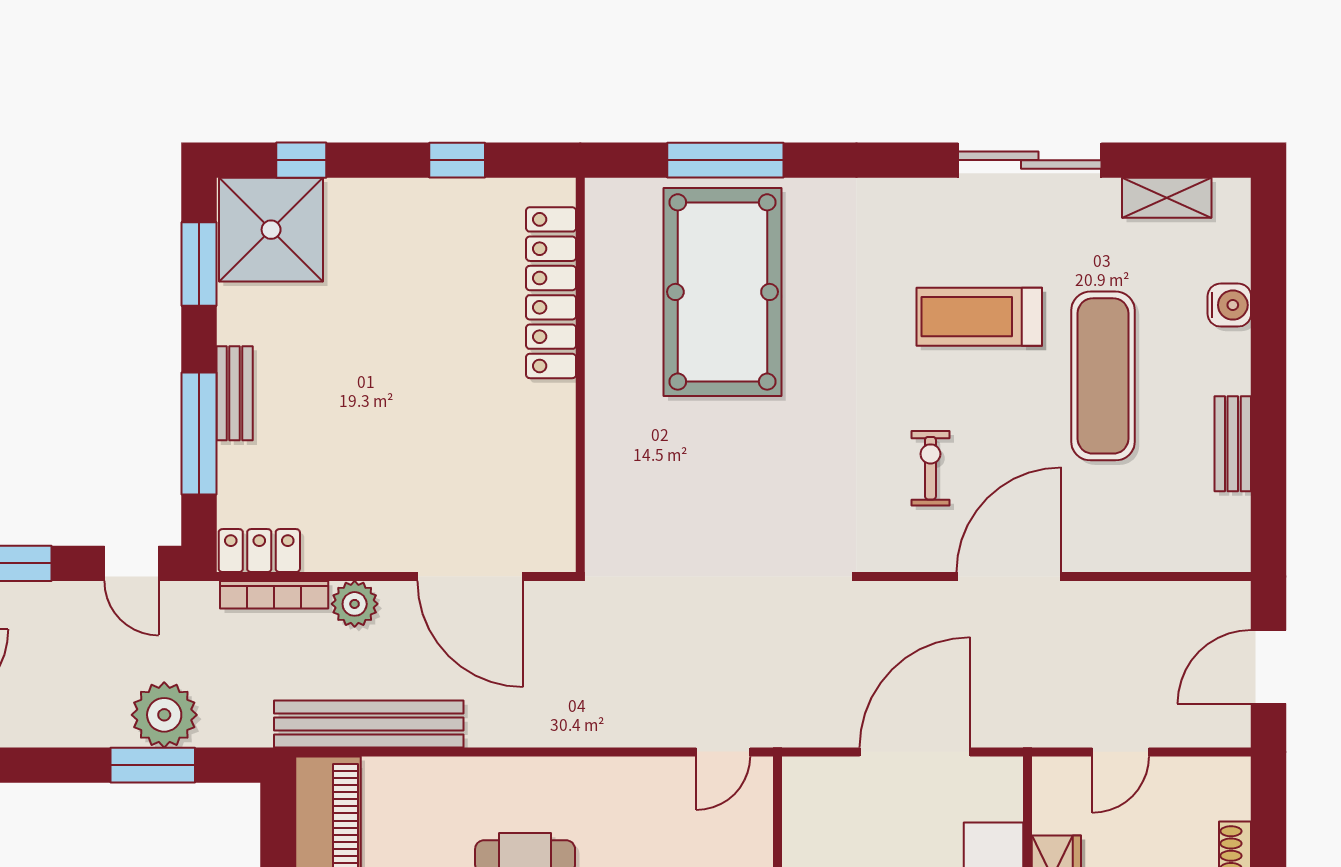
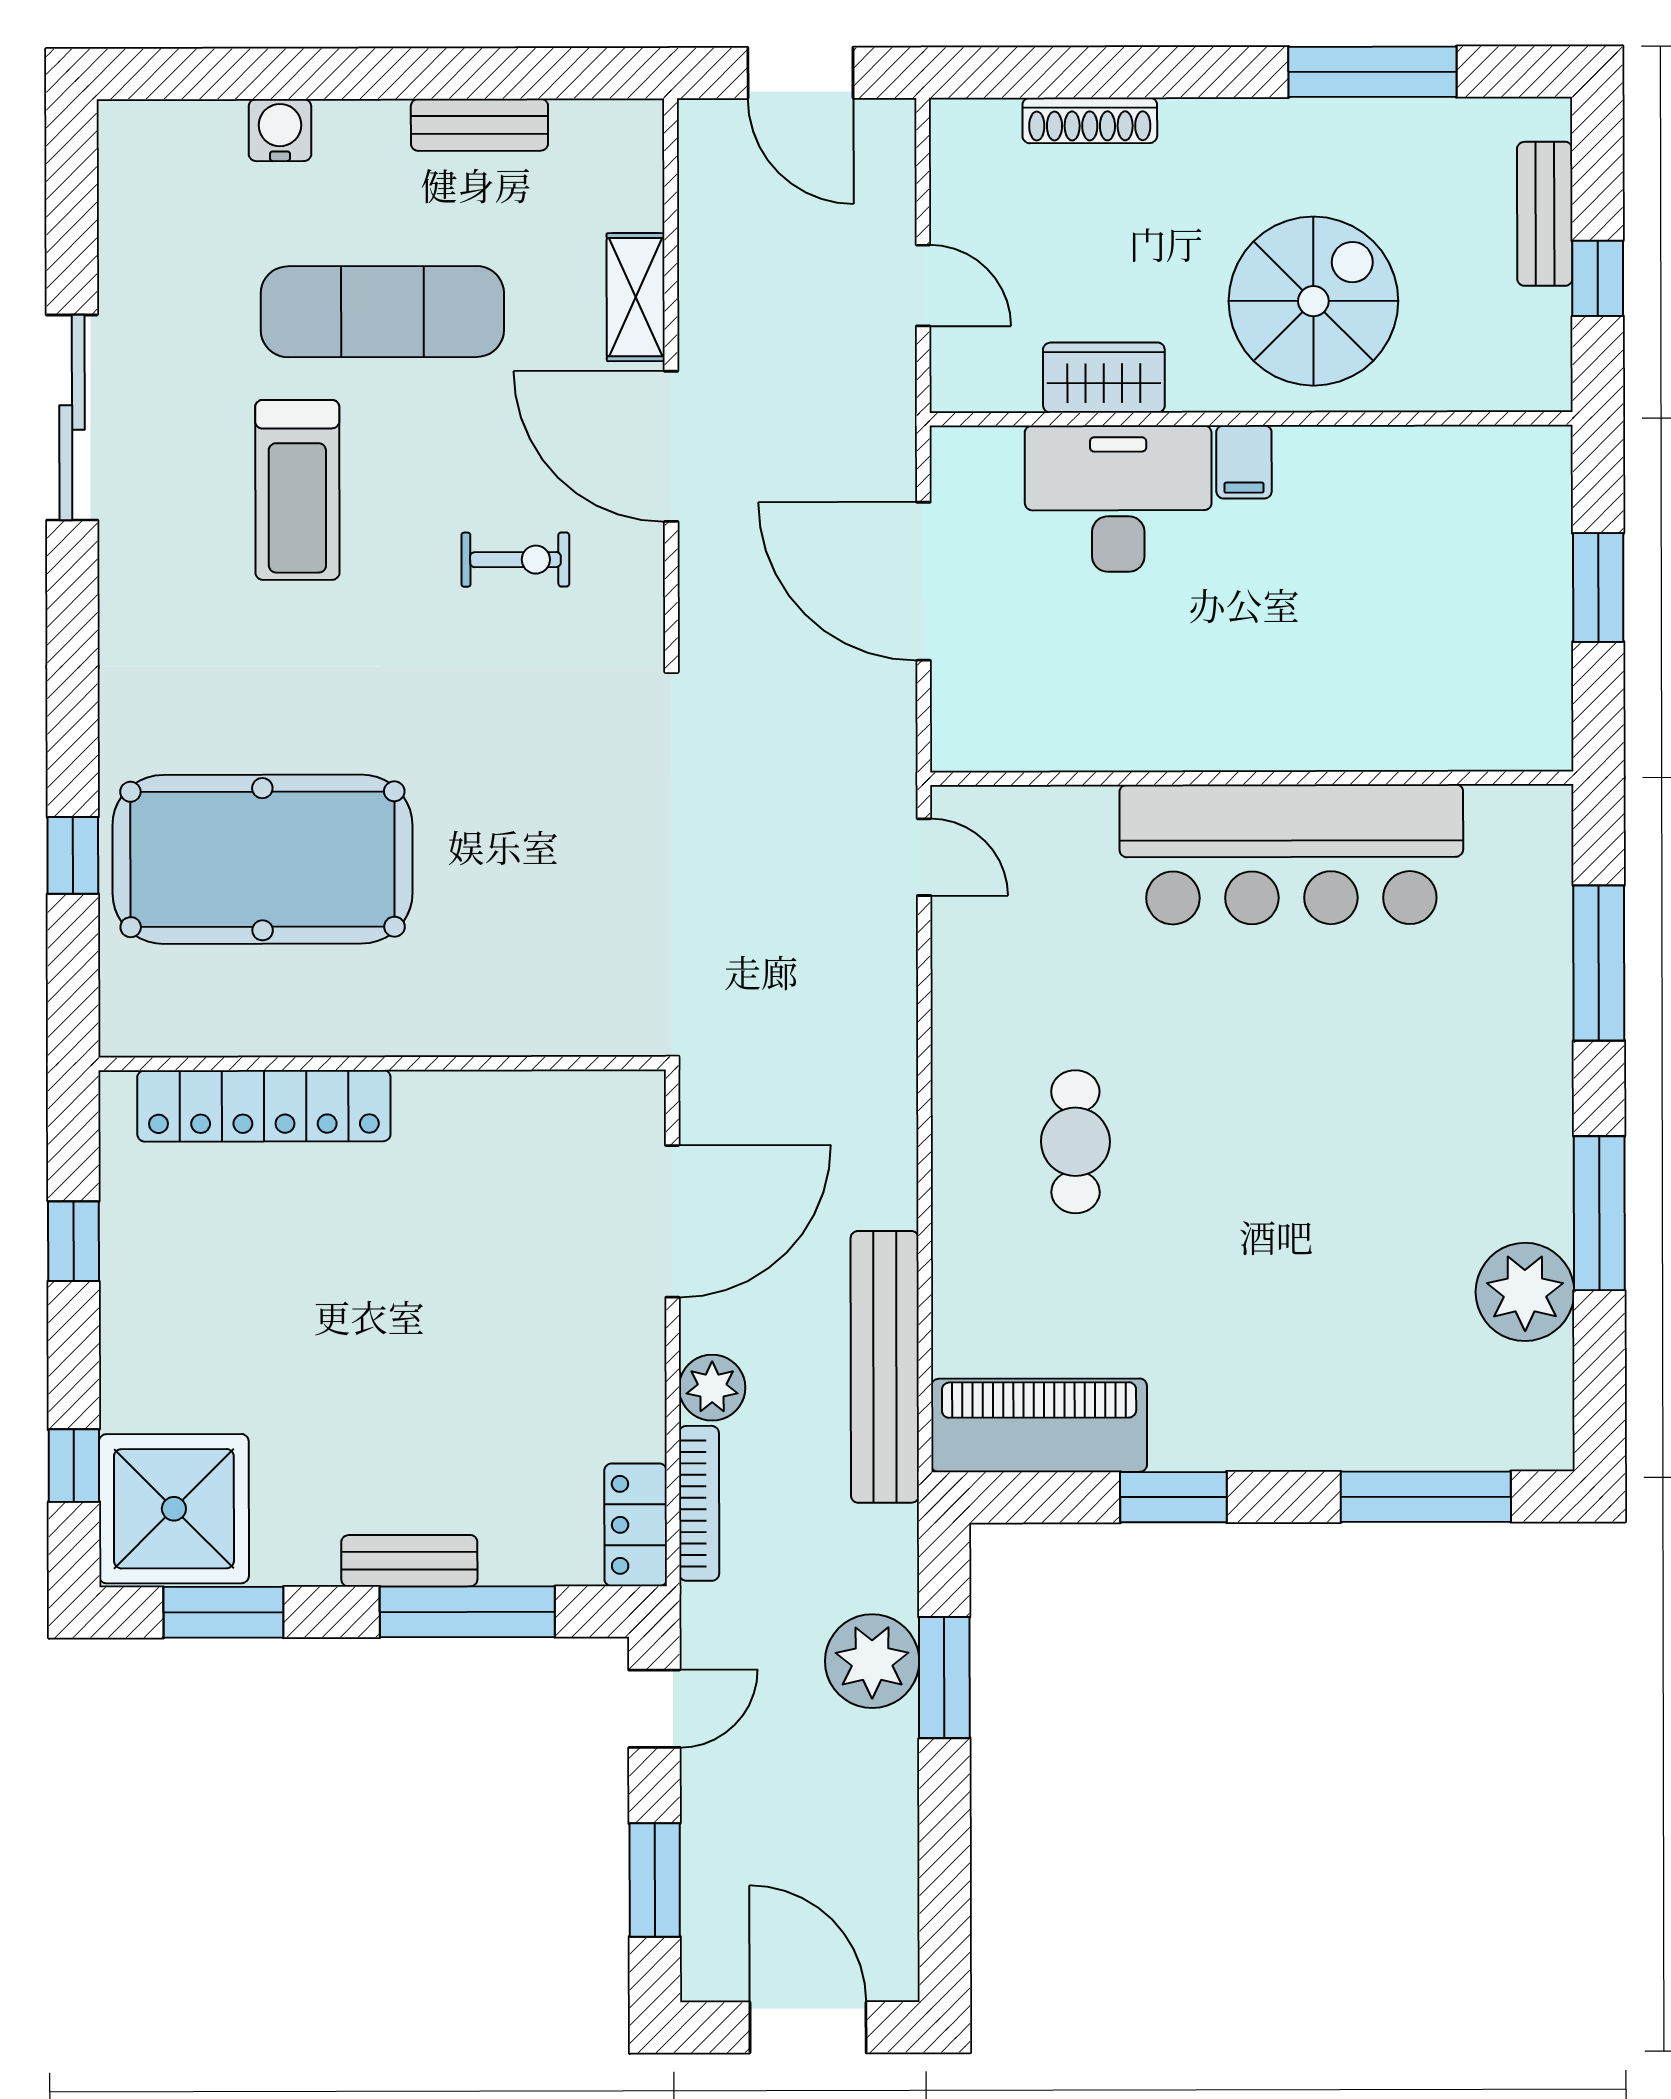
window: (725, 160) -> (73, 855), width x0.46
shelving: (1167, 198) -> (636, 297), moved
exercise bike: (930, 468) -> (515, 560), turned 180

